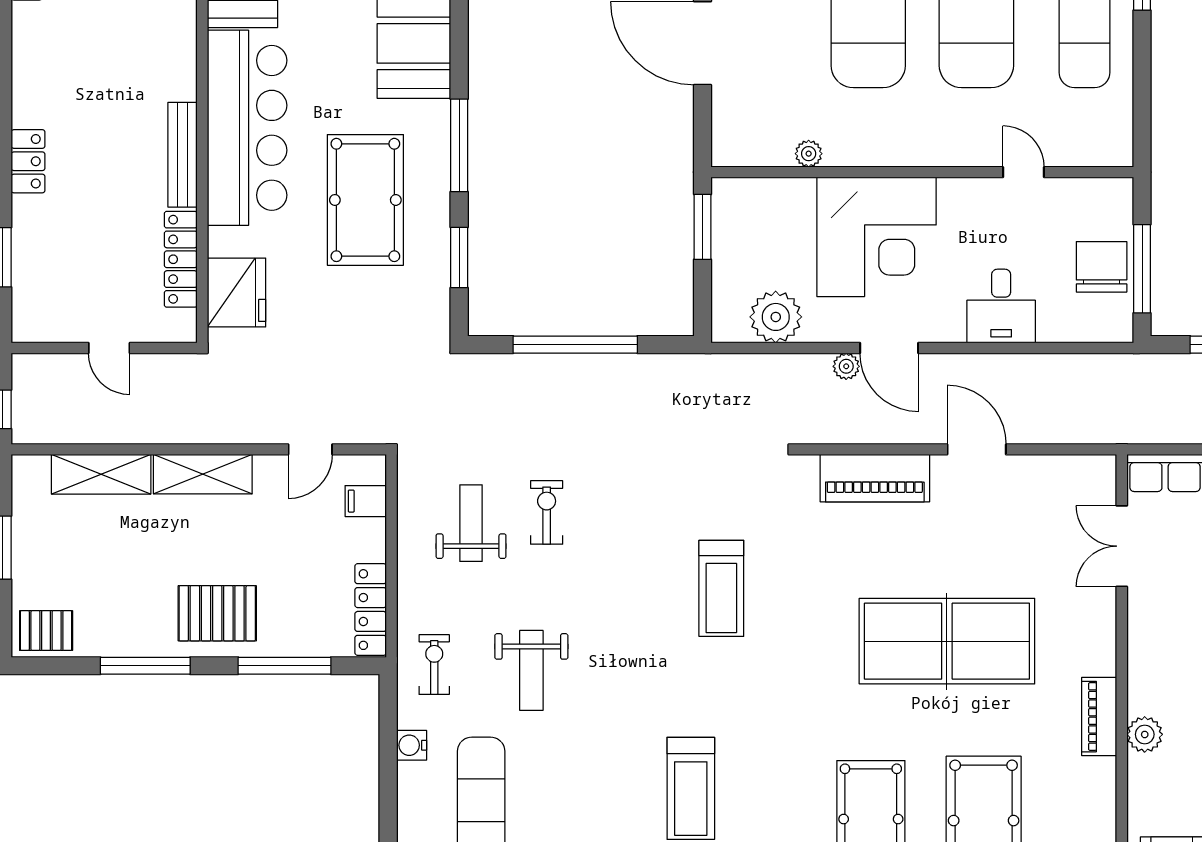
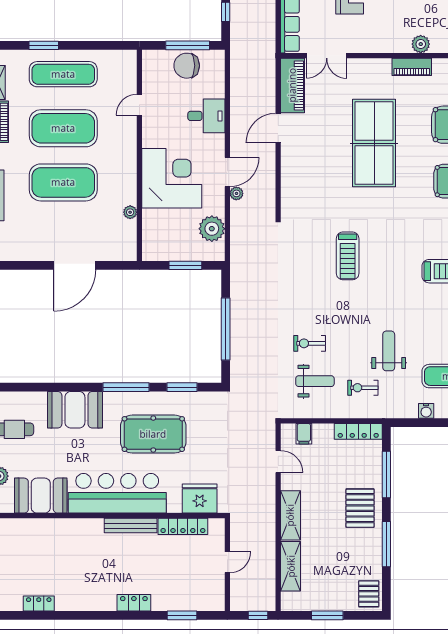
window: (703, 227) -> (185, 265), moved
piano: (875, 478) -> (292, 85), moved
weight bench: (471, 523) -> (315, 381), turned 180
treadmill: (721, 588) -> (348, 256), turned 90
exercise bike: (434, 665) -> (363, 388), moved
weight bench: (531, 670) -> (389, 351), turned -90

